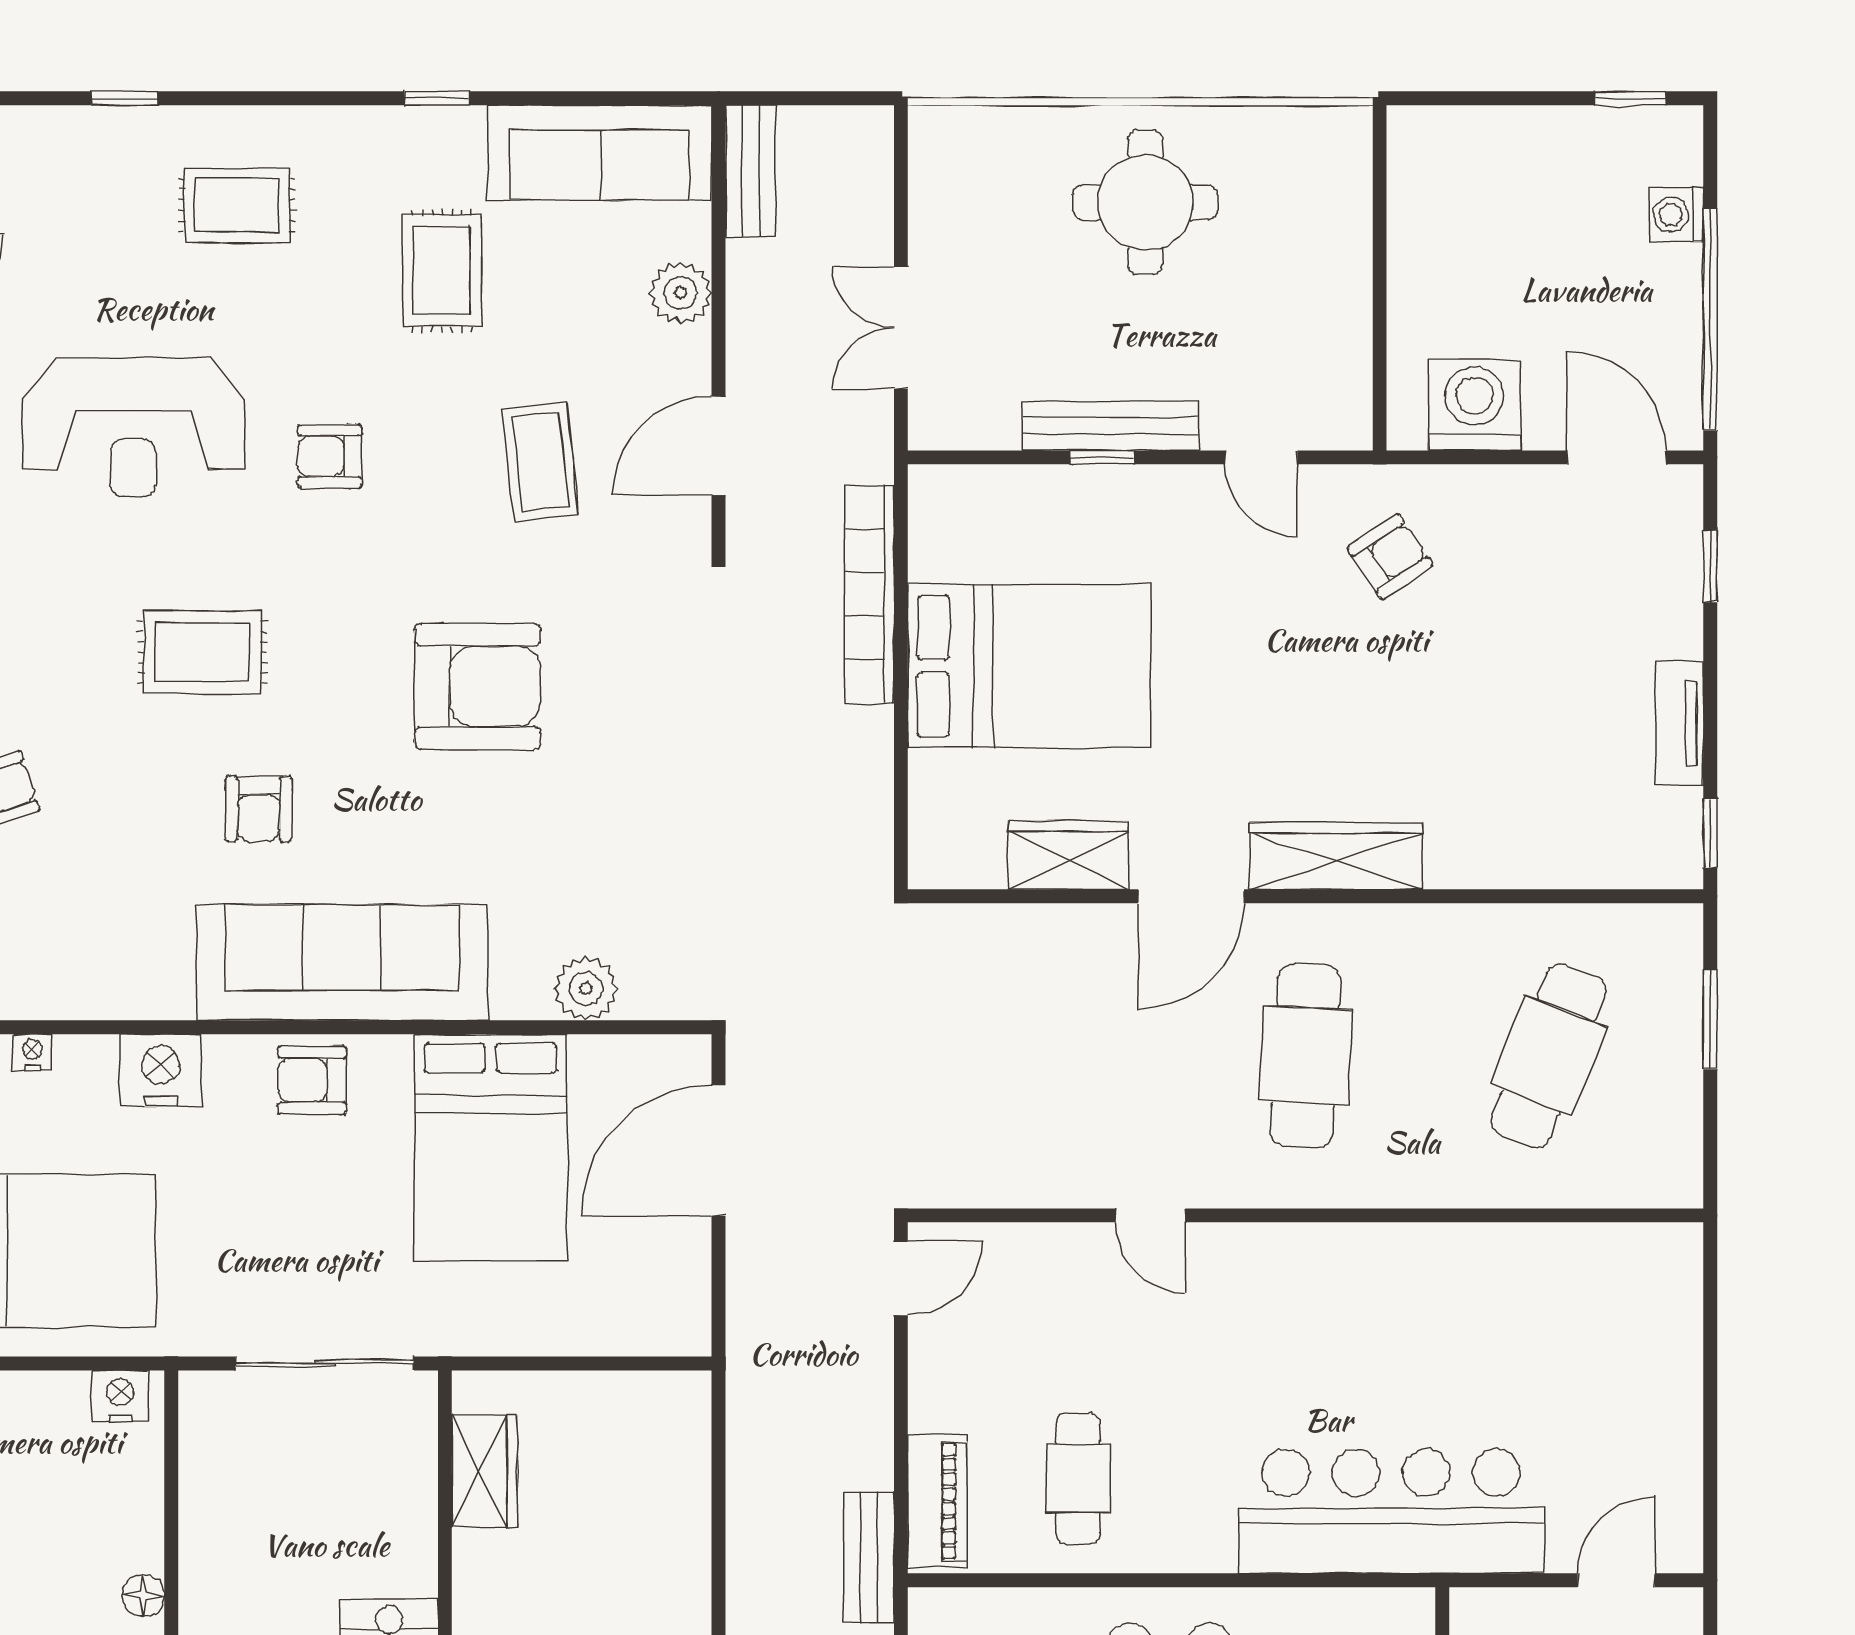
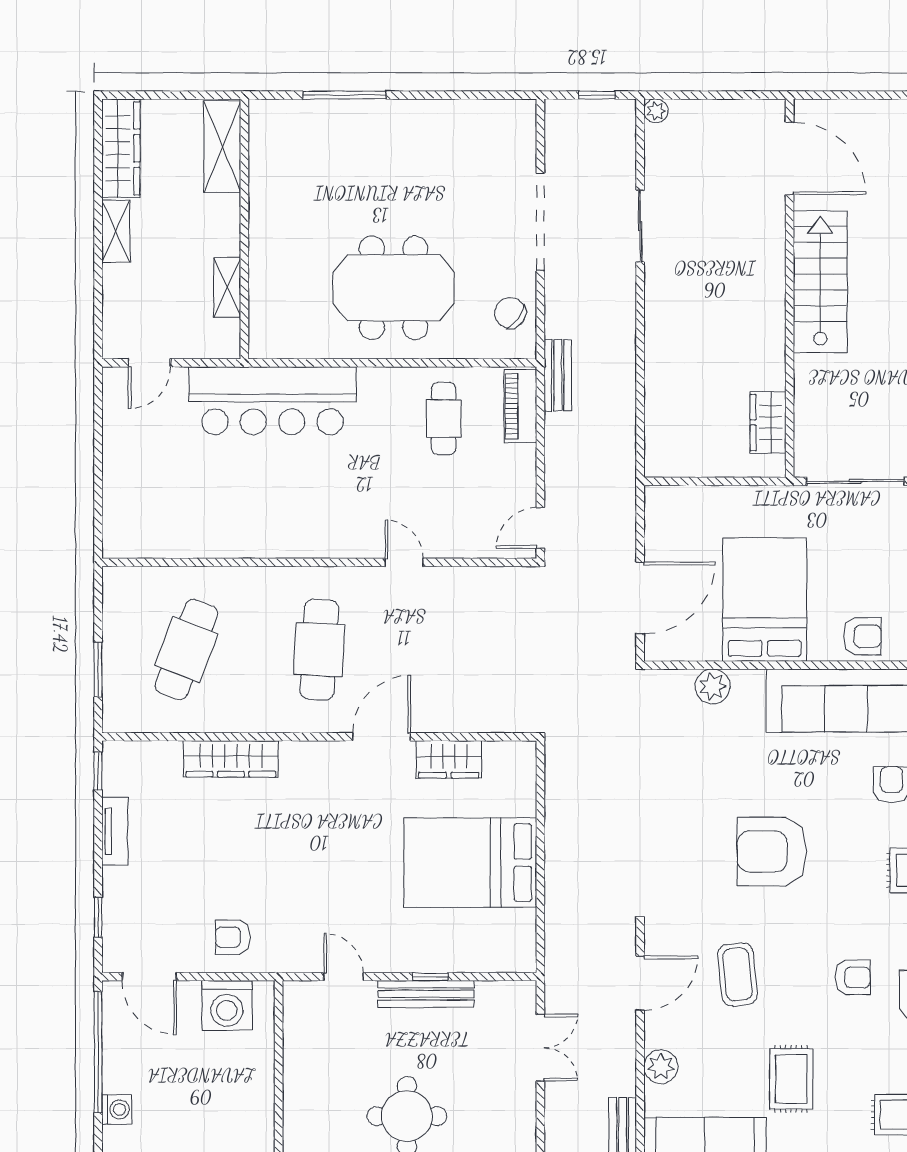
armchair: (1390, 557) -> (233, 937), moved, turned 34
bookcase: (869, 594) -> (558, 902), removed
wardrobe: (1336, 856) -> (231, 759), moved

